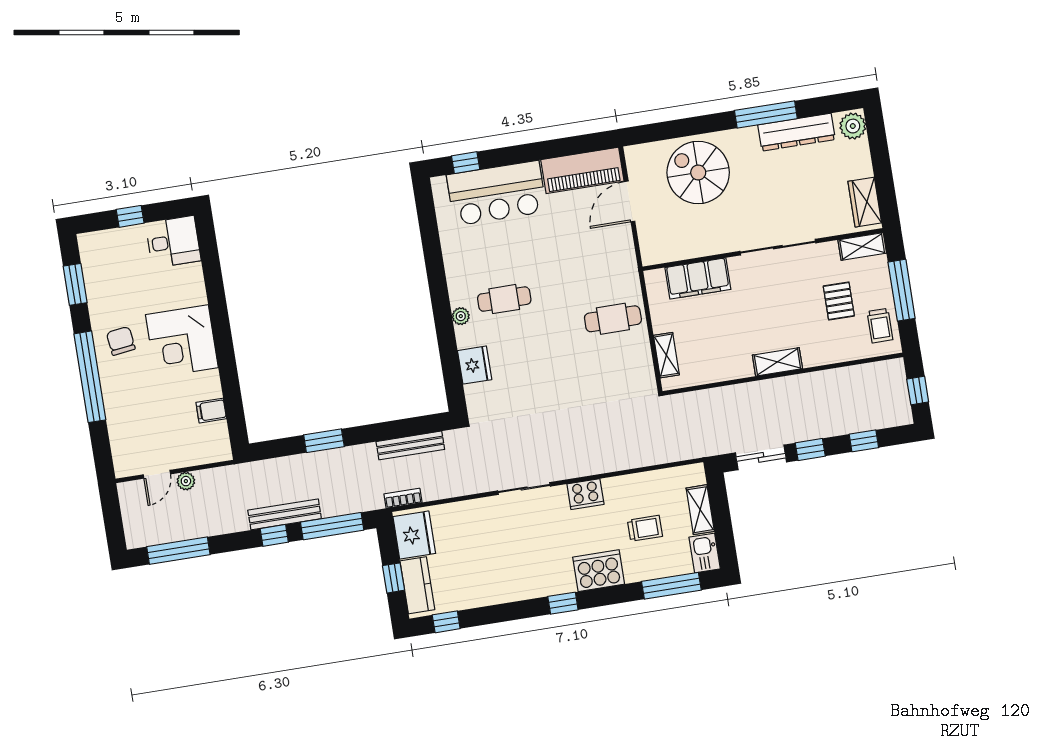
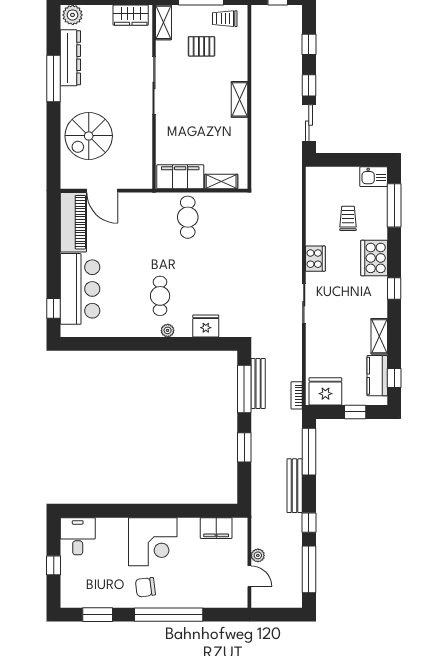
filing cabinet: (698, 278) -> (180, 177), moved, turned -90
trolley: (880, 326) -> (225, 19), turned 180
filing cabinet: (211, 411) -> (216, 528), width x2.00
window: (400, 429) -> (244, 389), added
shelving: (700, 510) -> (379, 336), moved, turned 90
window: (274, 535) -> (309, 523), moved
kitchen counter: (417, 585) -> (377, 376), moved, turned -90

